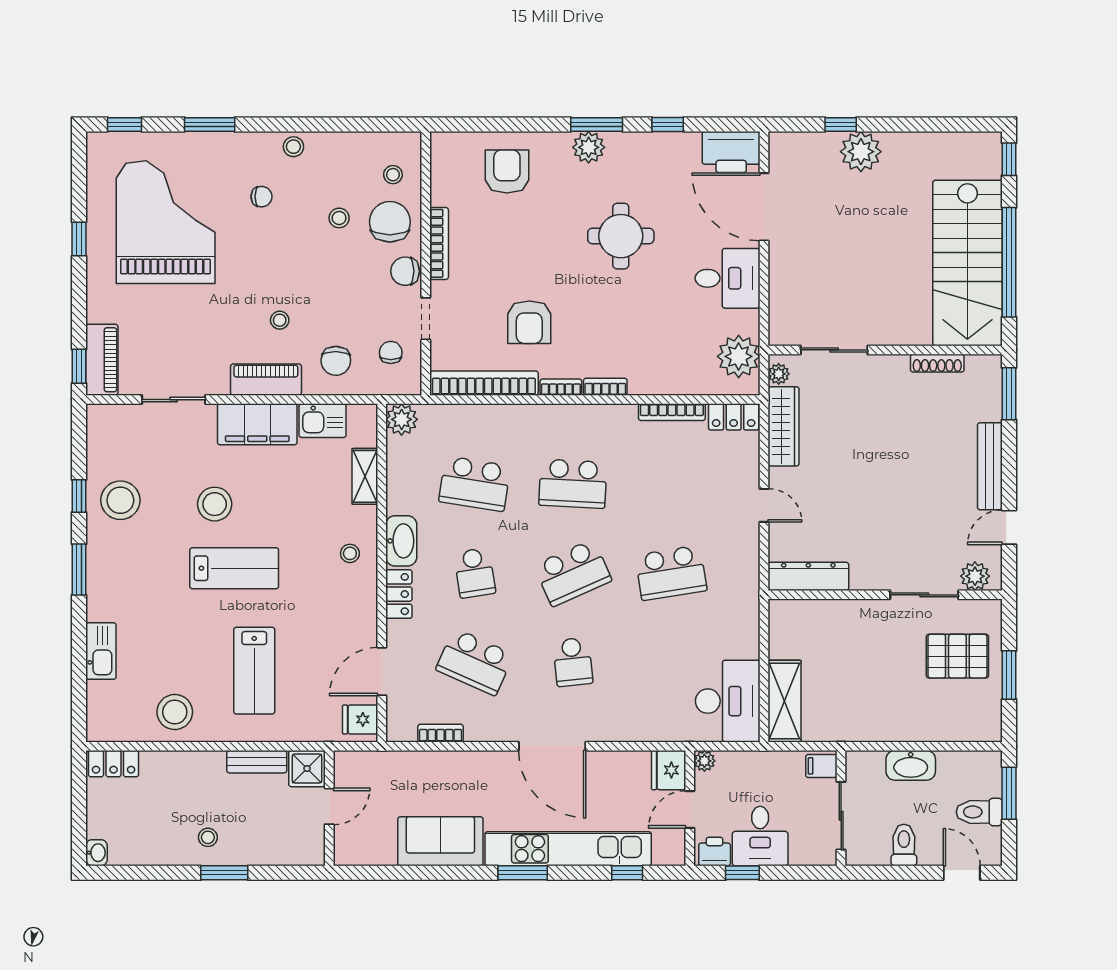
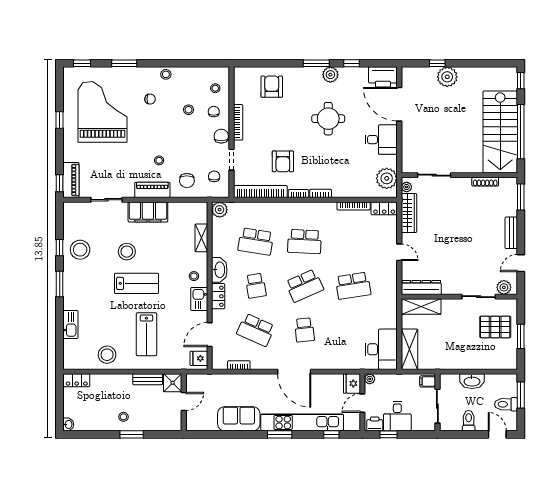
plant: (589, 147) -> (330, 75), moved
chair: (390, 222) -> (214, 112), width x0.54, depth x0.54
chair: (405, 271) -> (221, 136), turned 90
kitchen sink: (323, 421) -> (199, 299), moved, turned 90
bench: (990, 466) -> (511, 233), width x0.73
shelving: (808, 615) -> (421, 307), added

